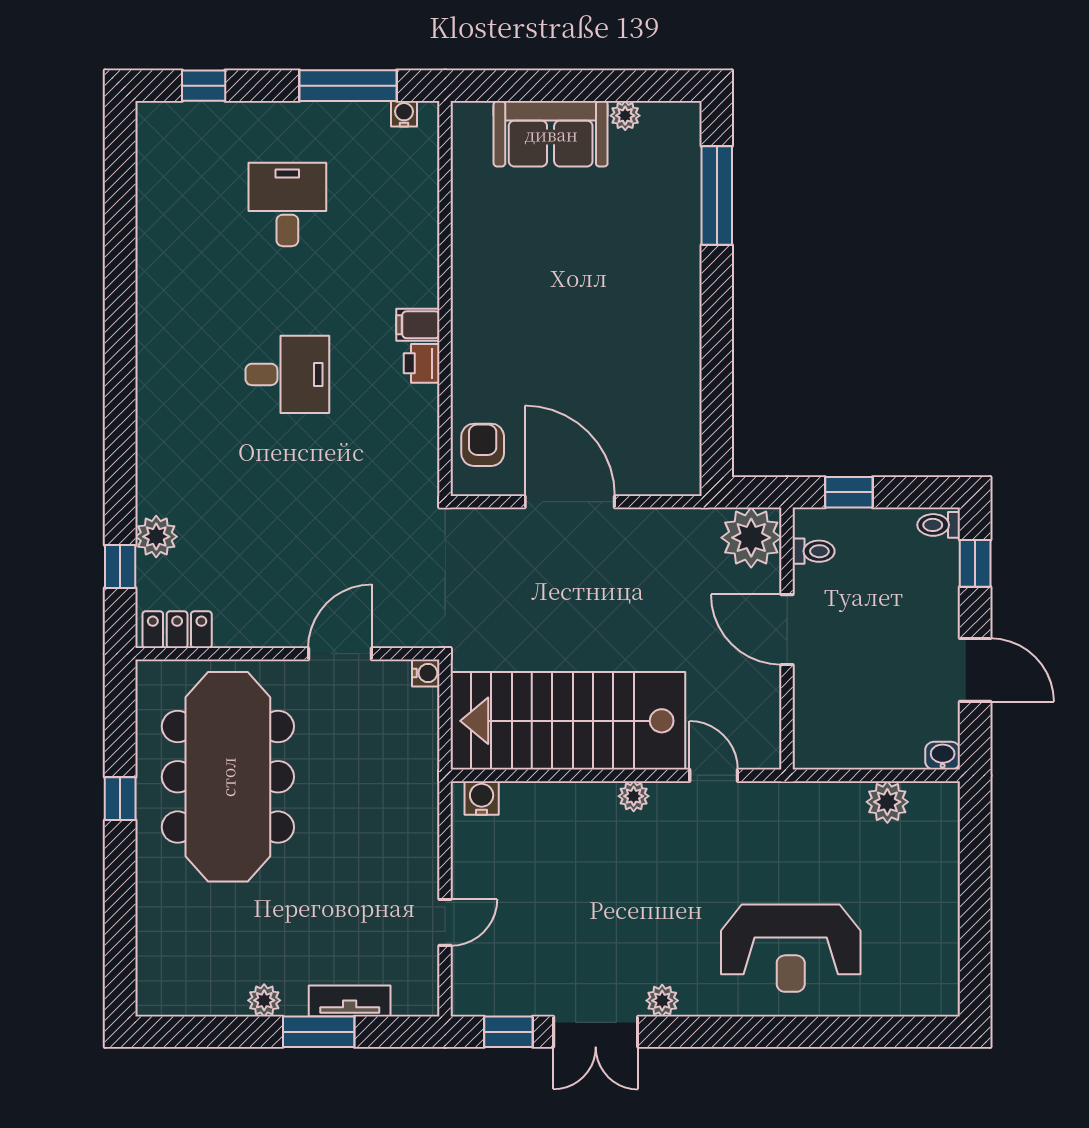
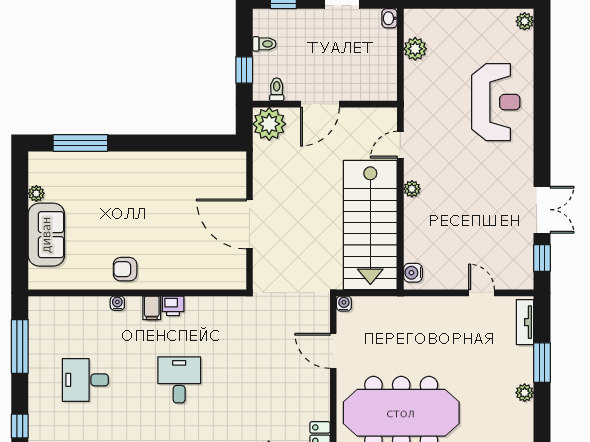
water cooler: (404, 114) -> (117, 303), moved, turned 90
armchair: (483, 445) -> (125, 269), moved
door: (570, 502) -> (249, 224), hinge flipped
toilet: (939, 525) -> (264, 44), moved, turned -90
tv unit: (350, 1001) -> (525, 322), moved
plant: (662, 1001) -> (525, 21), moved

